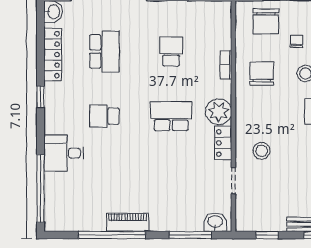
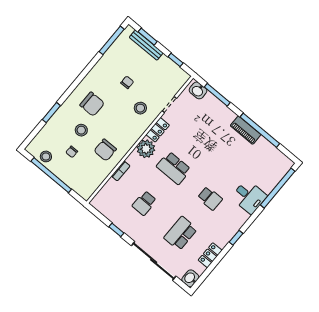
chair: (266, 21) -> (127, 82), moved, width x0.54, depth x0.54
locker: (53, 55) -> (210, 255), width x0.66

